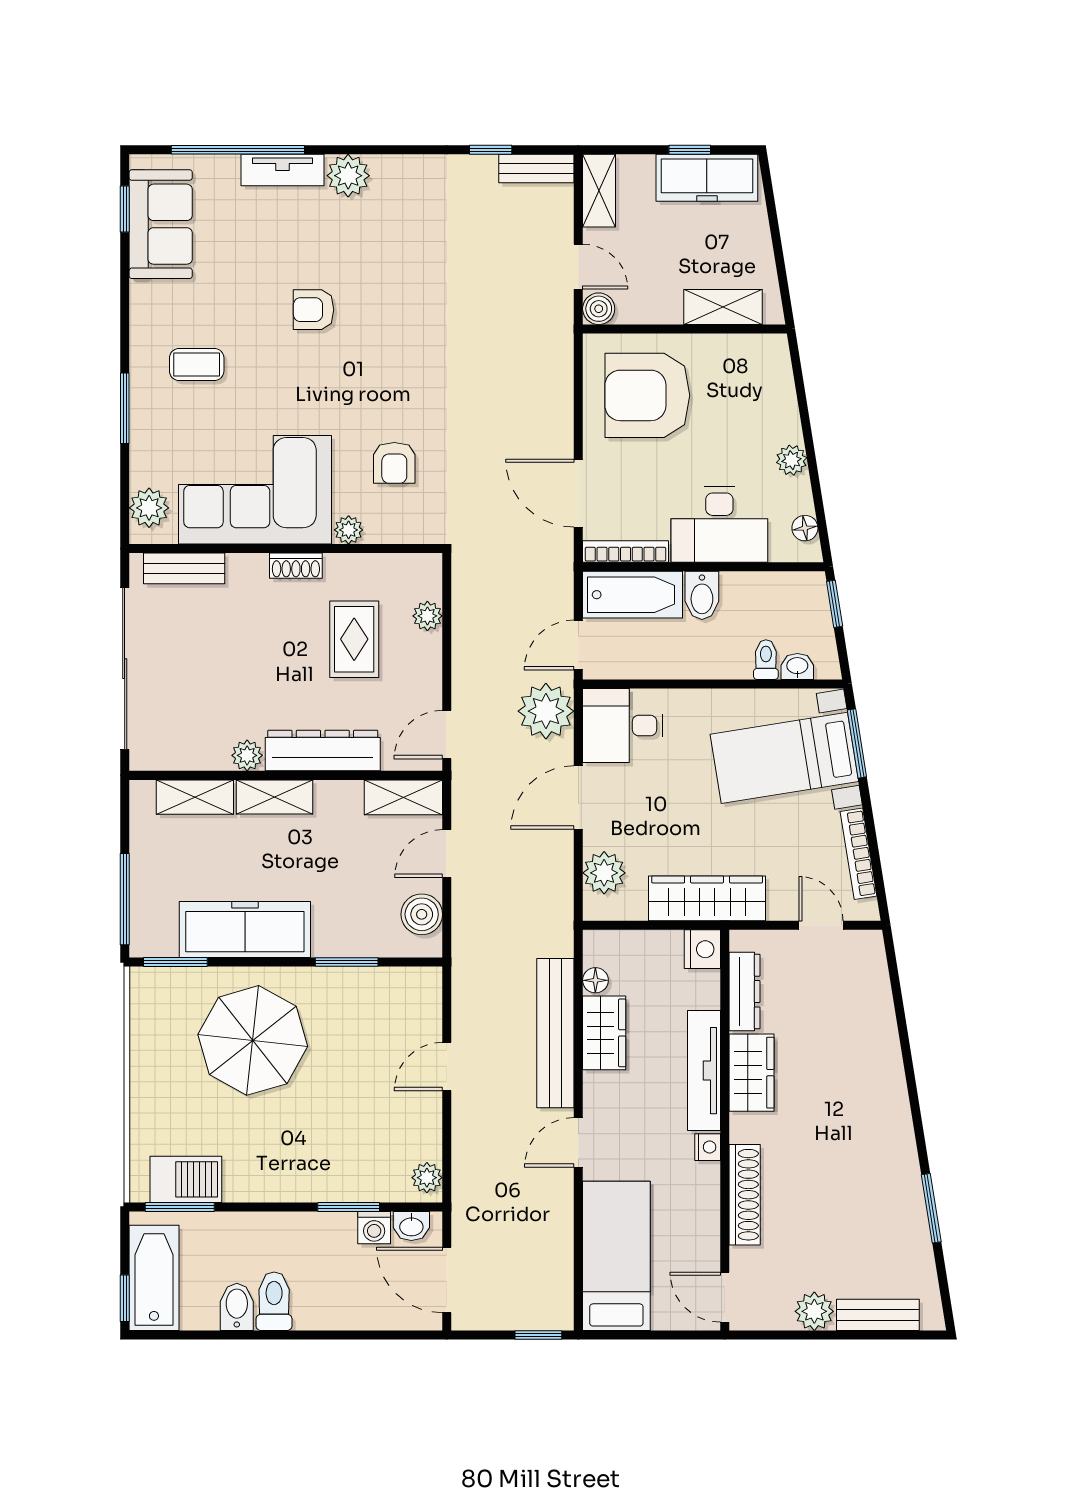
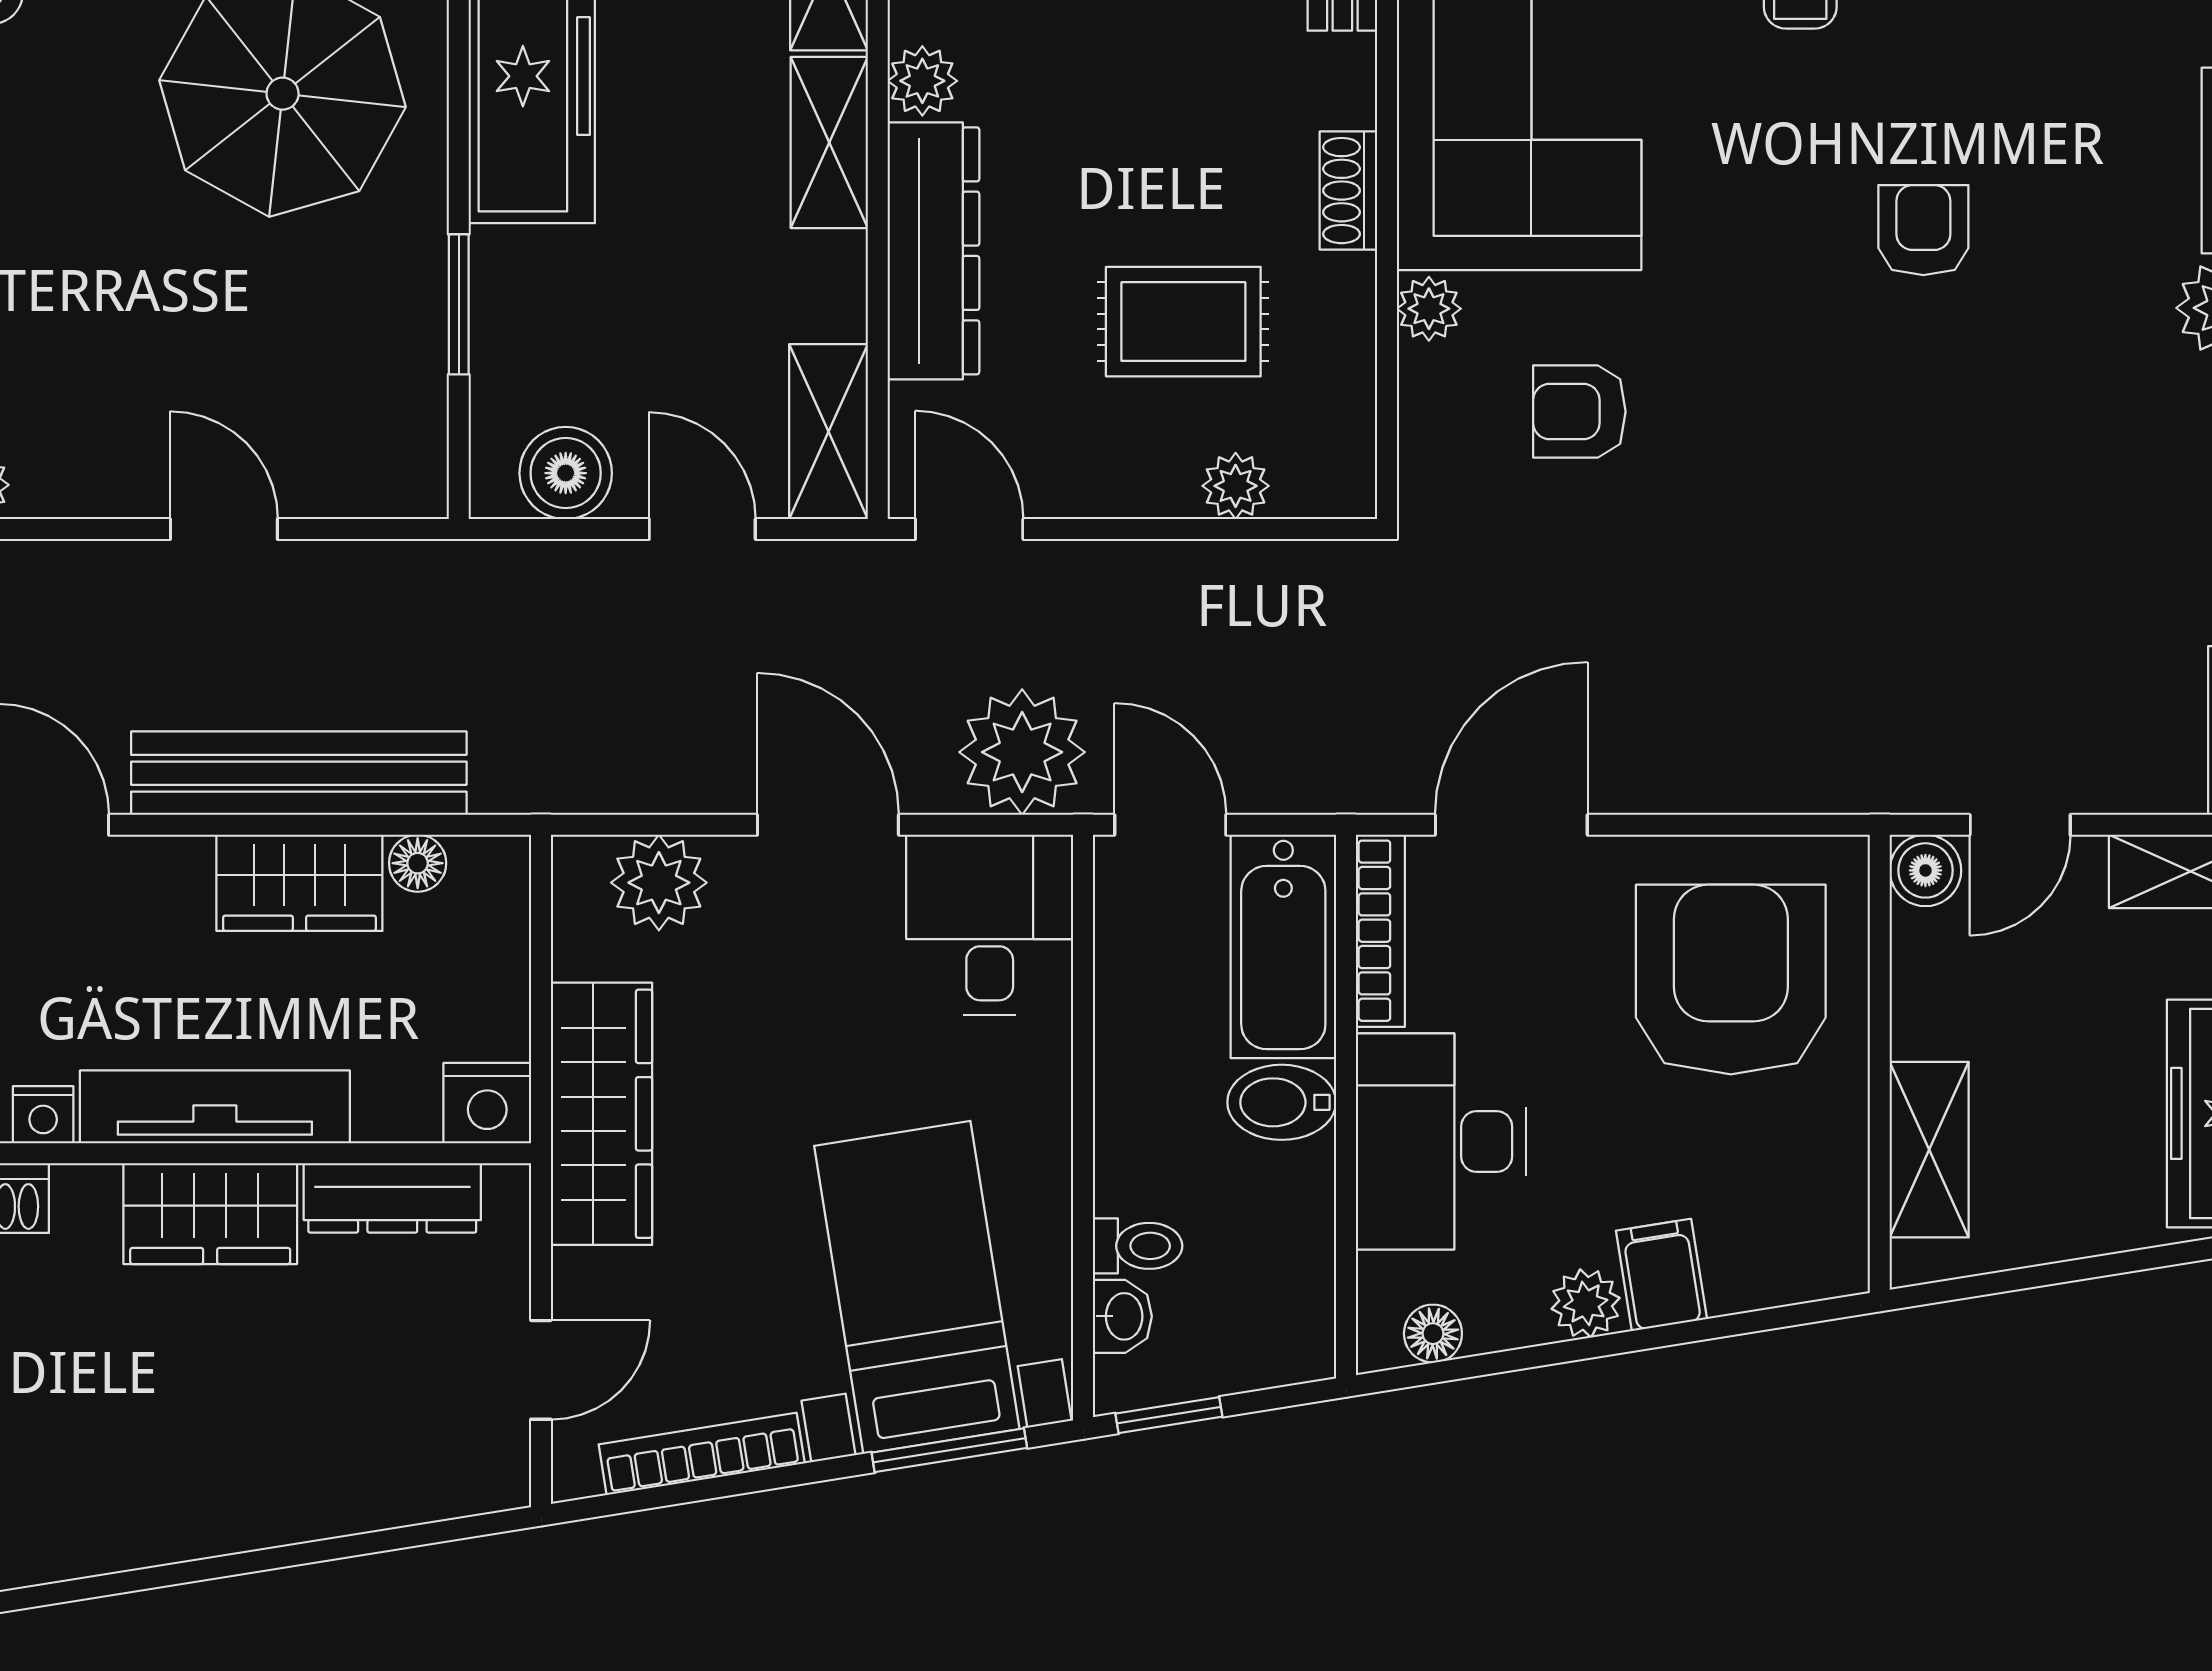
filing cabinet: (779, 426) -> (1661, 1275), added
window: (835, 604) -> (1169, 1415), moved

